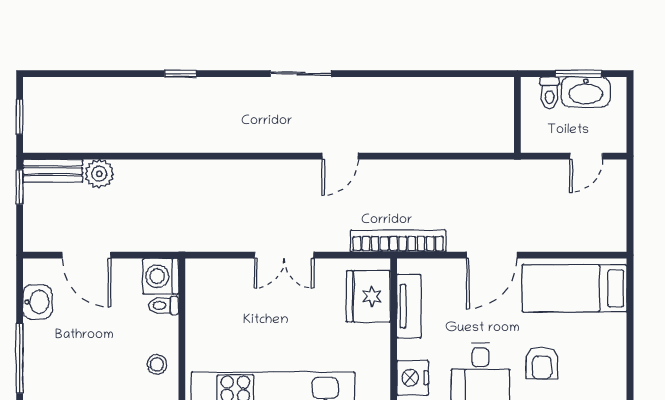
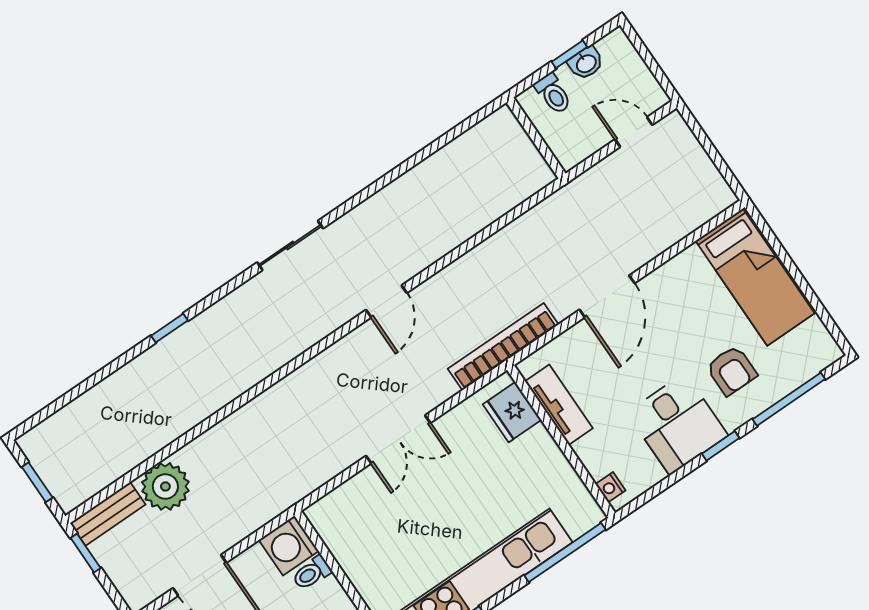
window: (579, 74) -> (569, 54), width x0.67
washbasin: (586, 92) -> (586, 63), width x0.52, depth x0.69
door: (586, 156) -> (634, 132), swing flipped
plant: (99, 174) -> (165, 486), width x1.36, depth x1.36
bed: (574, 288) -> (755, 277), moved, turned -90
fridge: (368, 296) -> (512, 412), width x0.73, depth x0.75
nightstand: (413, 378) -> (610, 487), width x0.53, depth x0.56

